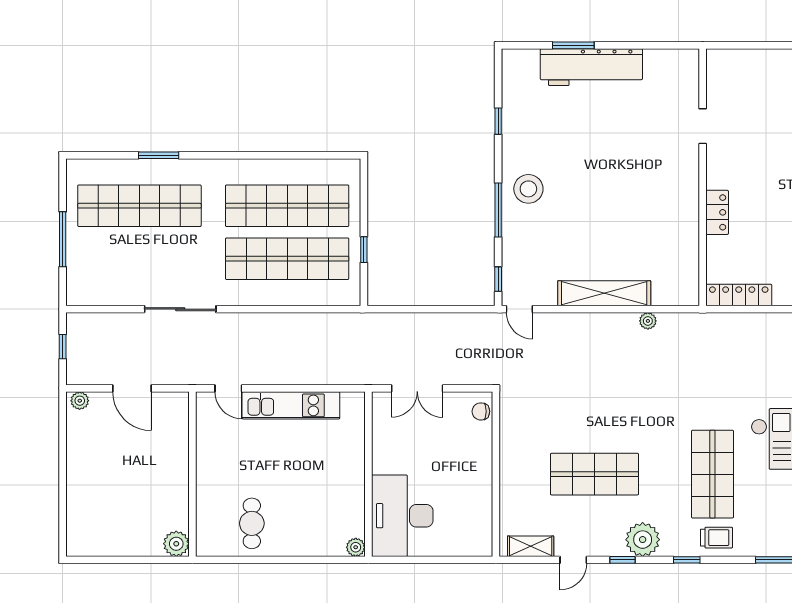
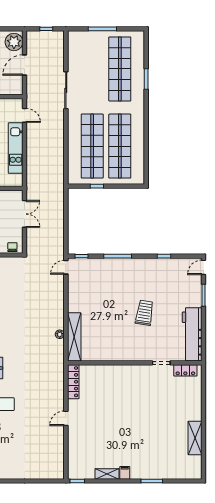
door: (520, 45) -> (204, 267), added
workbench: (591, 67) -> (192, 334), moved
trolley: (607, 158) -> (144, 313), added
stool: (528, 189) -> (129, 272), removed
locker: (717, 212) -> (185, 370), moved
shelving: (604, 293) -> (74, 337), moved
door: (228, 388) -> (25, 115), swing flipped
double door: (417, 388) -> (25, 214), swing flipped
plant: (80, 401) -> (14, 42), width x1.87, depth x1.87

